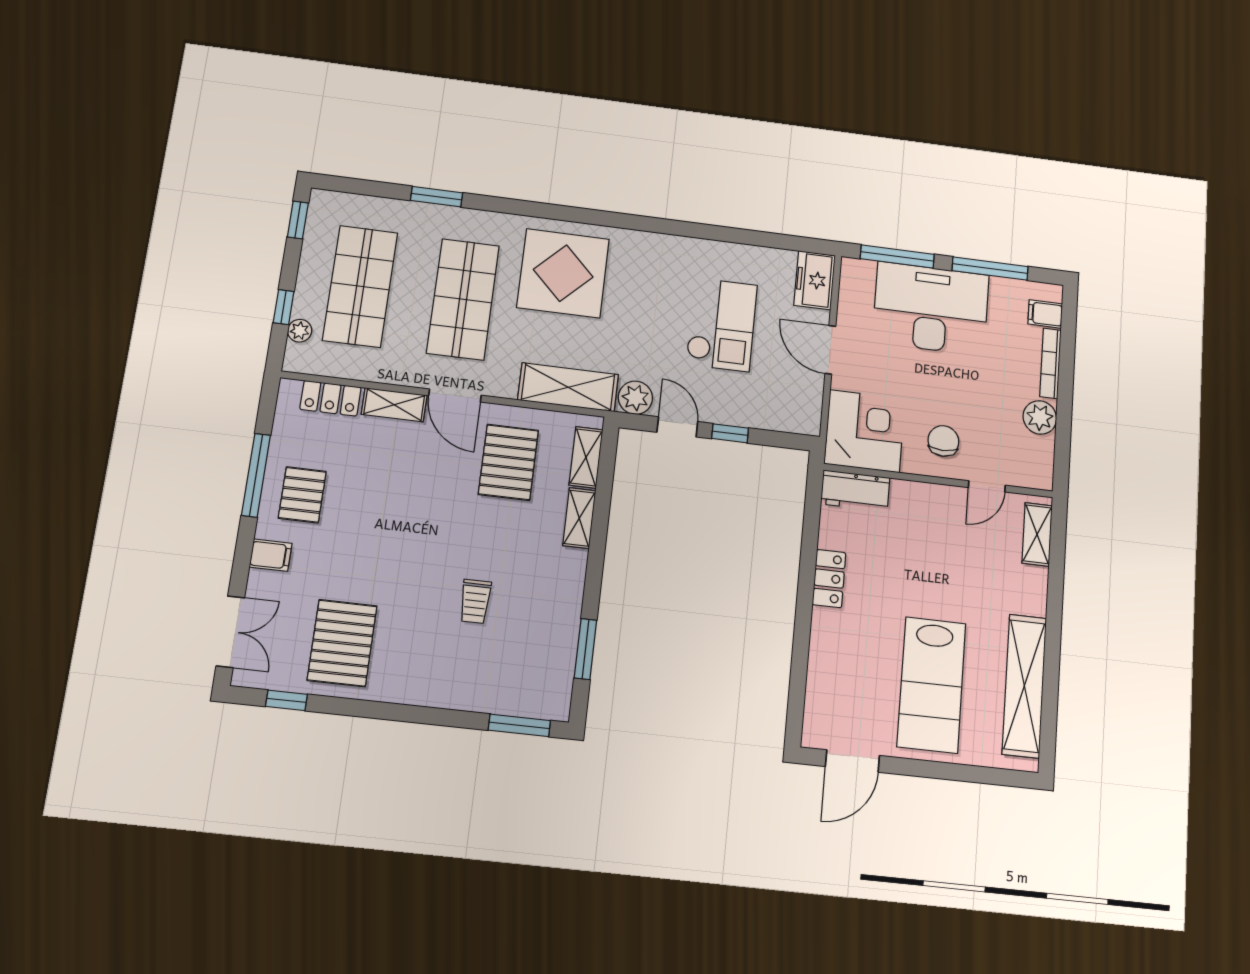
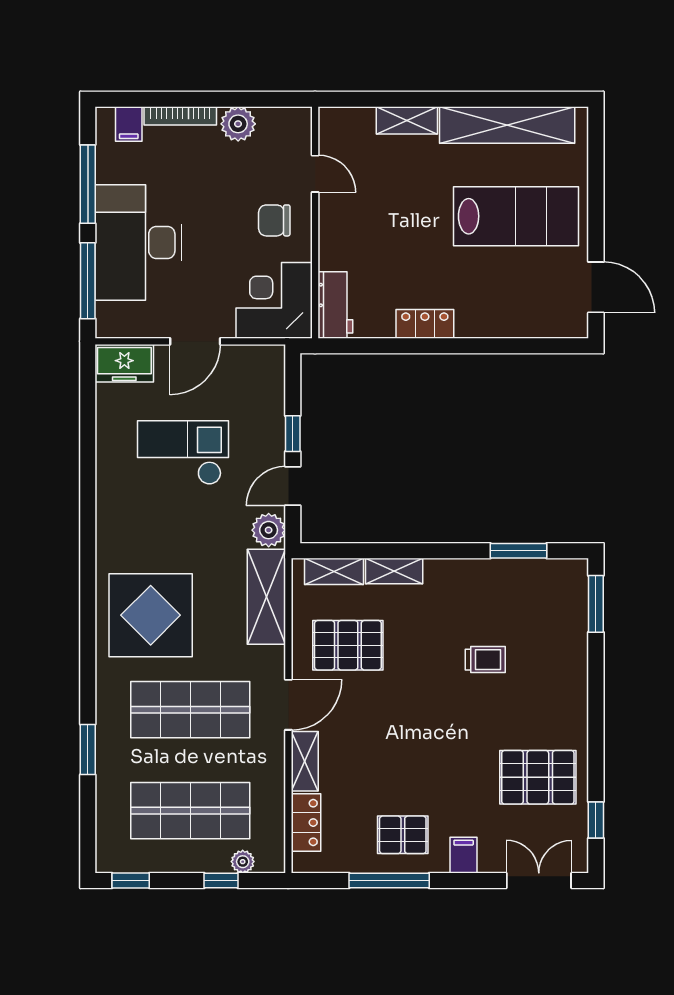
shelving: (1037, 534) -> (407, 120), moved

